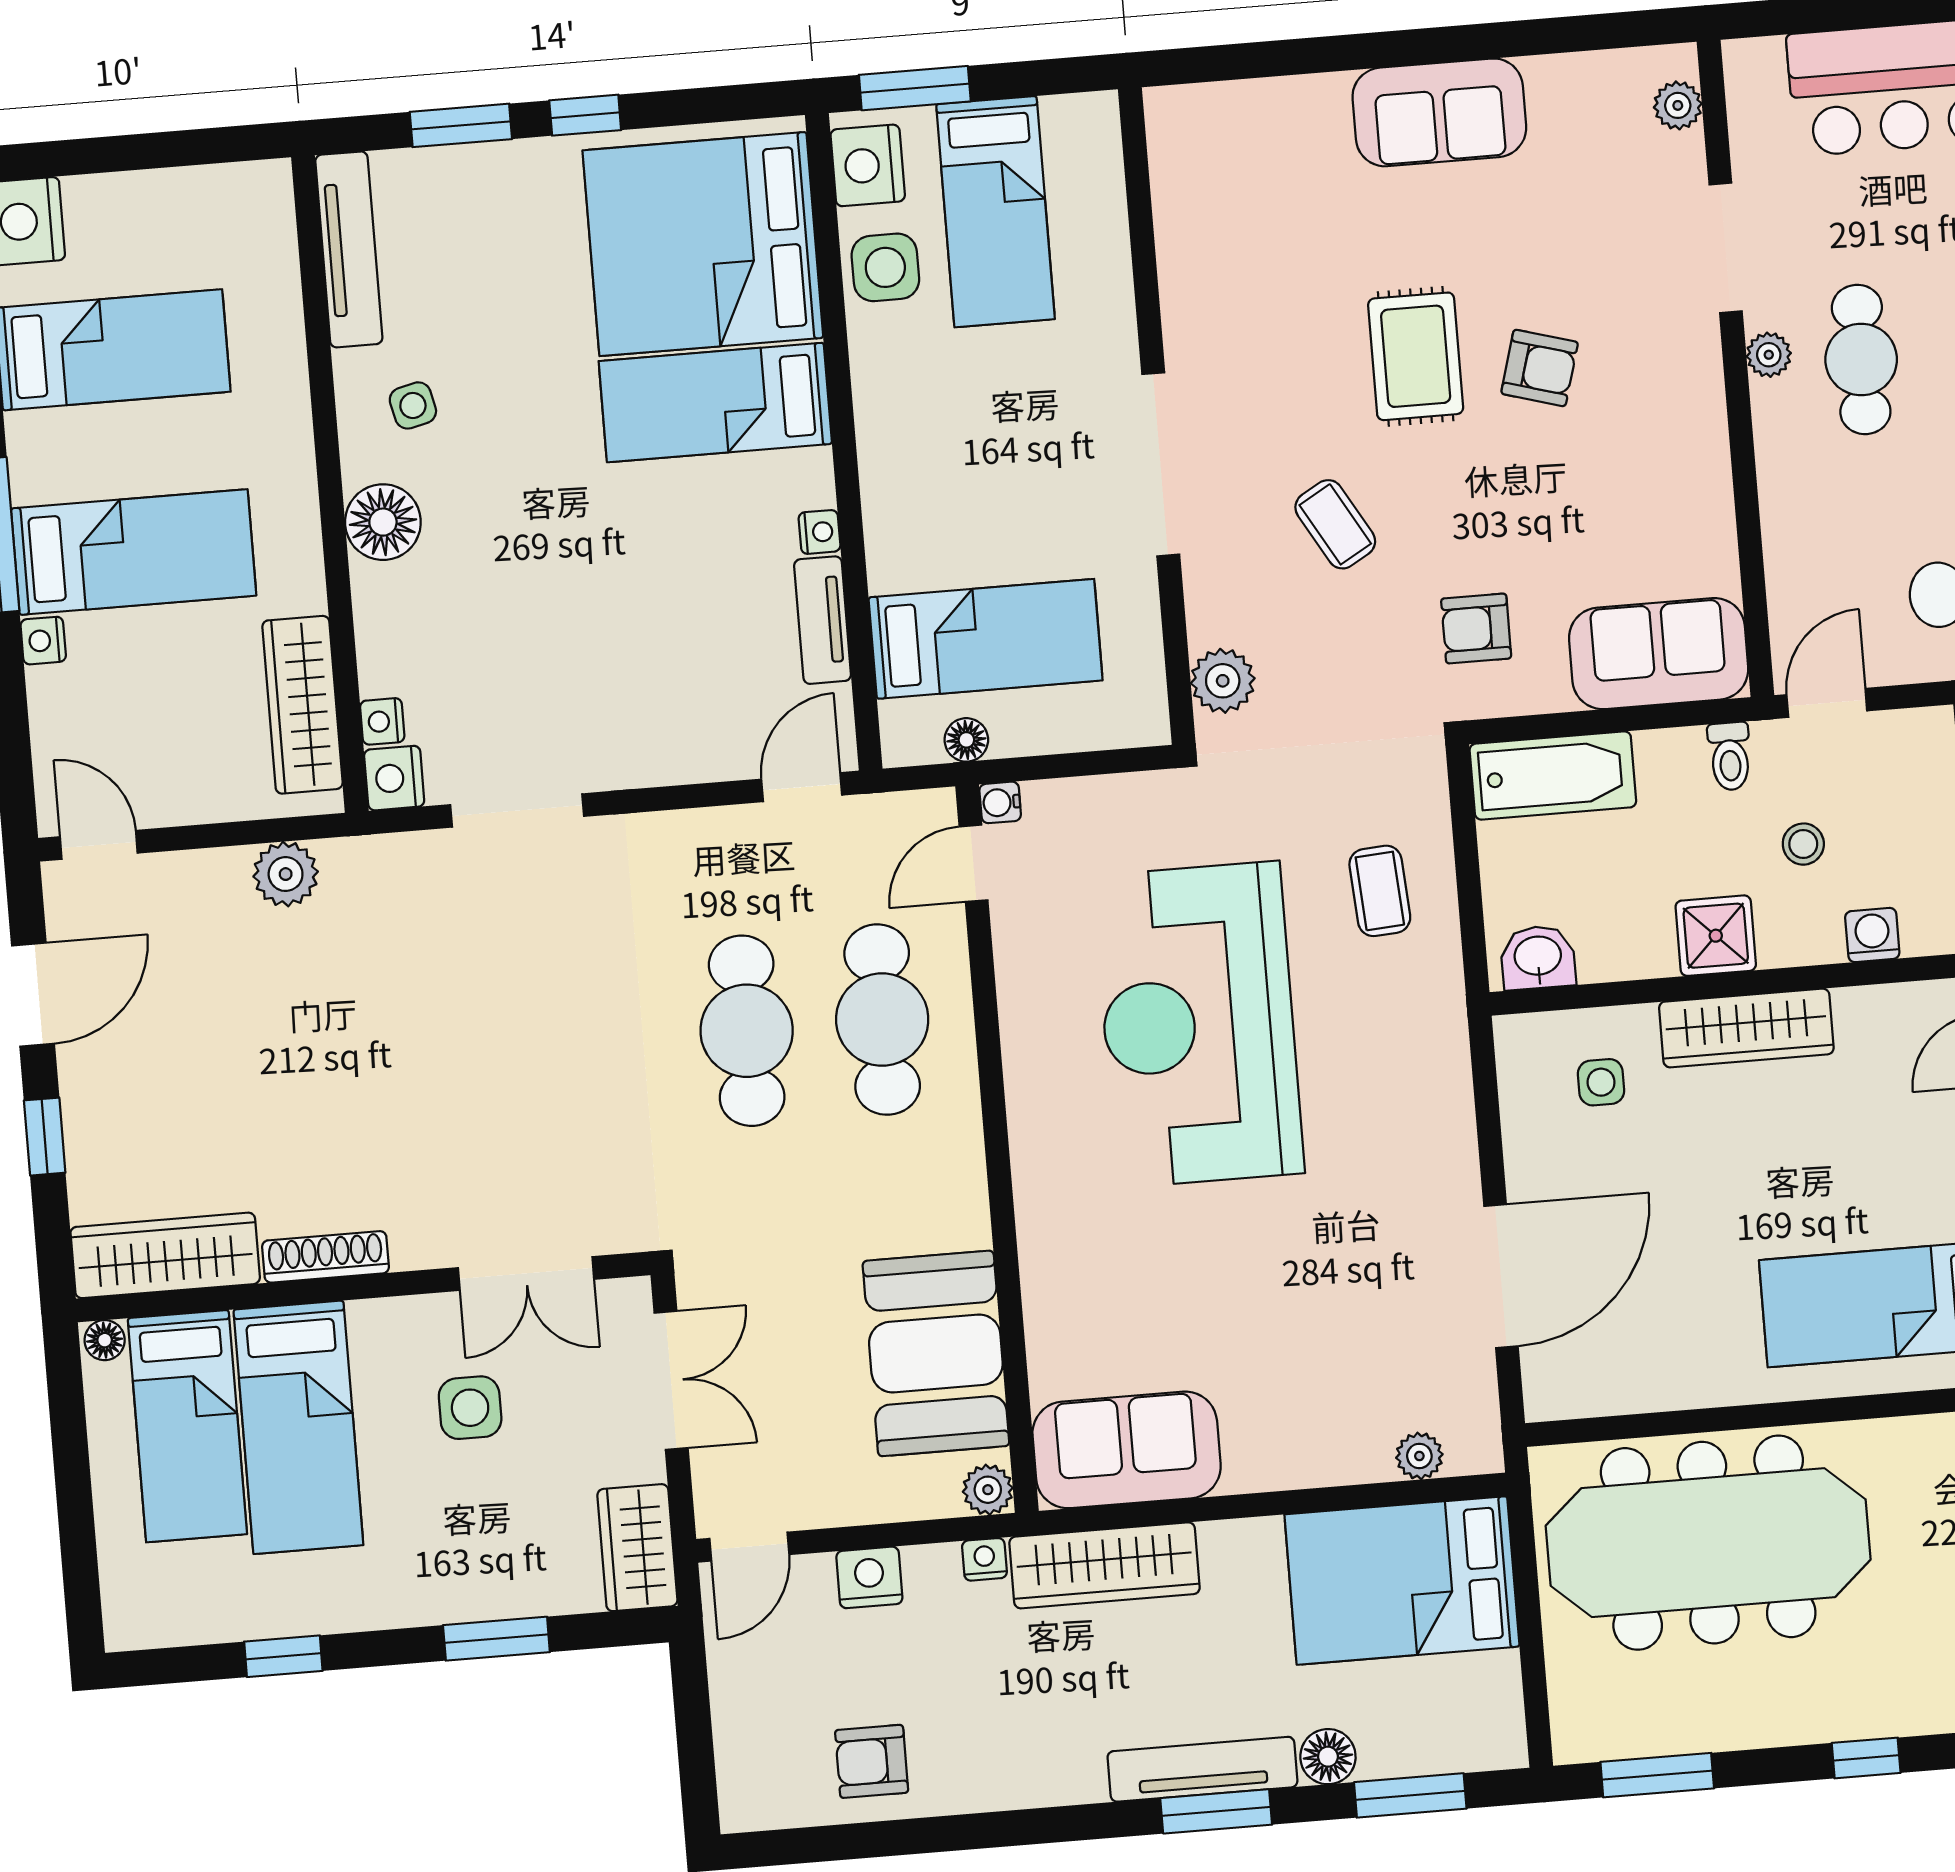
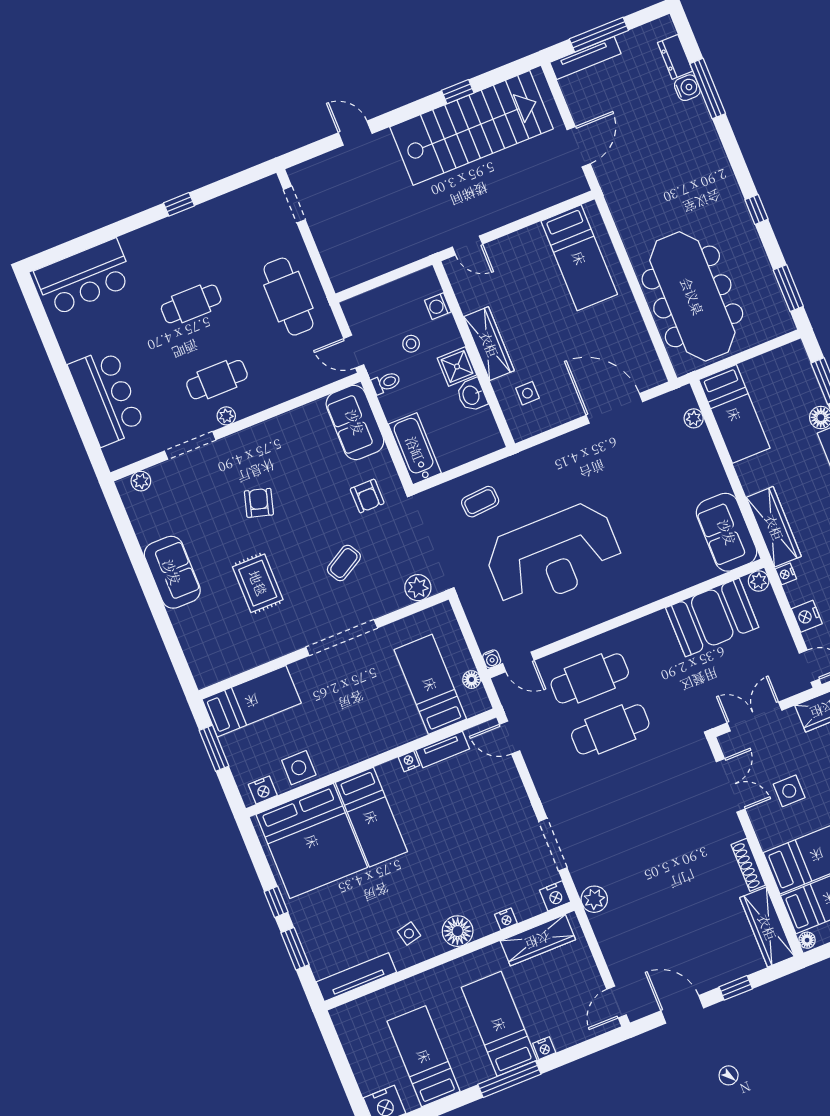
window: (915, 88) -> (214, 748), moved
nightstand: (868, 165) -> (263, 790), width x0.74, depth x0.75
bed: (995, 212) -> (252, 701), moved
rug: (1416, 356) -> (258, 583), moved, turned 90
nightstand: (382, 721) -> (506, 919), moved
plant: (286, 874) -> (594, 899), moved
washbasin: (1538, 957) -> (472, 395), moved
bed: (1402, 1580) -> (734, 414), width x0.67

